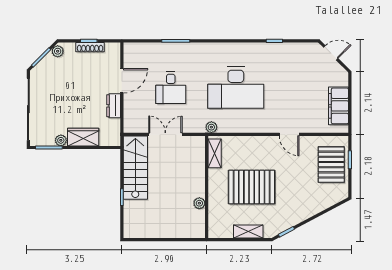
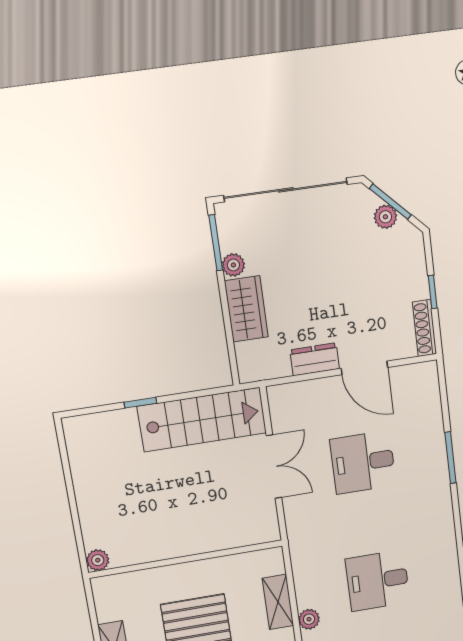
shoe rack: (90, 47) -> (424, 328), moved
plant: (58, 51) -> (385, 217), moved
desk: (236, 88) -> (378, 581), width x0.53, depth x0.77
plant: (211, 127) -> (309, 619), moved
shelving: (215, 153) -> (278, 602), moved, turned 90
plant: (199, 203) -> (98, 560), moved

